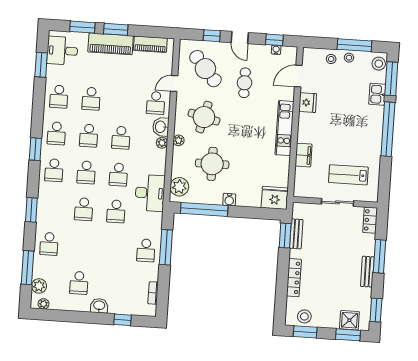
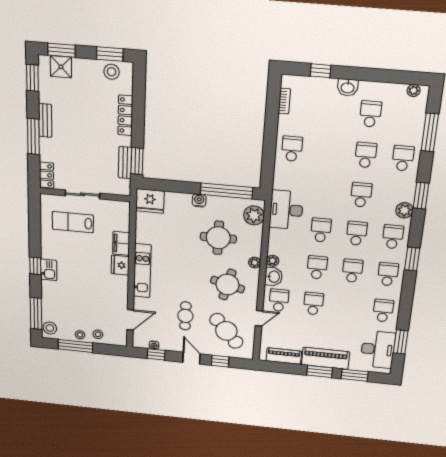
desk: (62, 51) -> (378, 349), width x1.37
kitchen sink: (377, 94) -> (49, 270), moved
school desk: (91, 99) -> (313, 304), moved
fridge: (308, 103) -> (120, 265), moved
window: (388, 129) -> (35, 266), width x0.32
lab bench: (348, 175) -> (73, 222), turned 180
school desk: (116, 211) -> (366, 155), moved
window: (166, 247) -> (269, 151), removed
plant: (39, 286) -> (404, 210), moved

